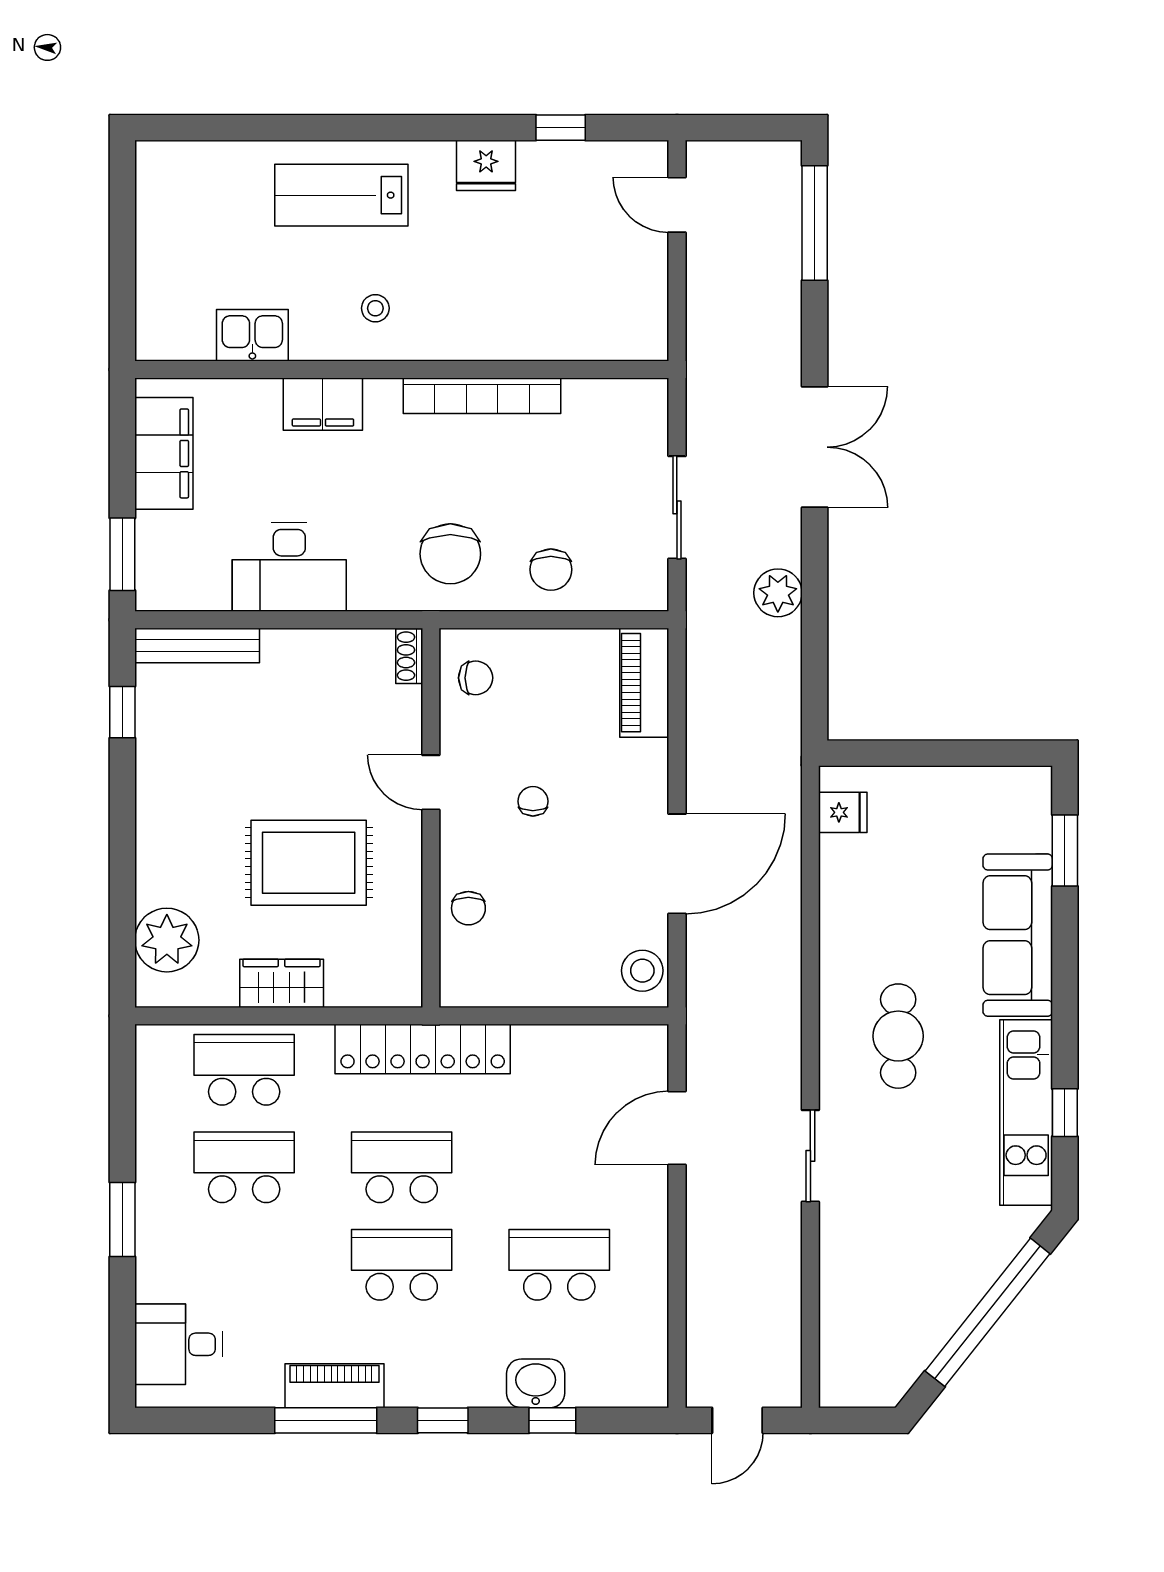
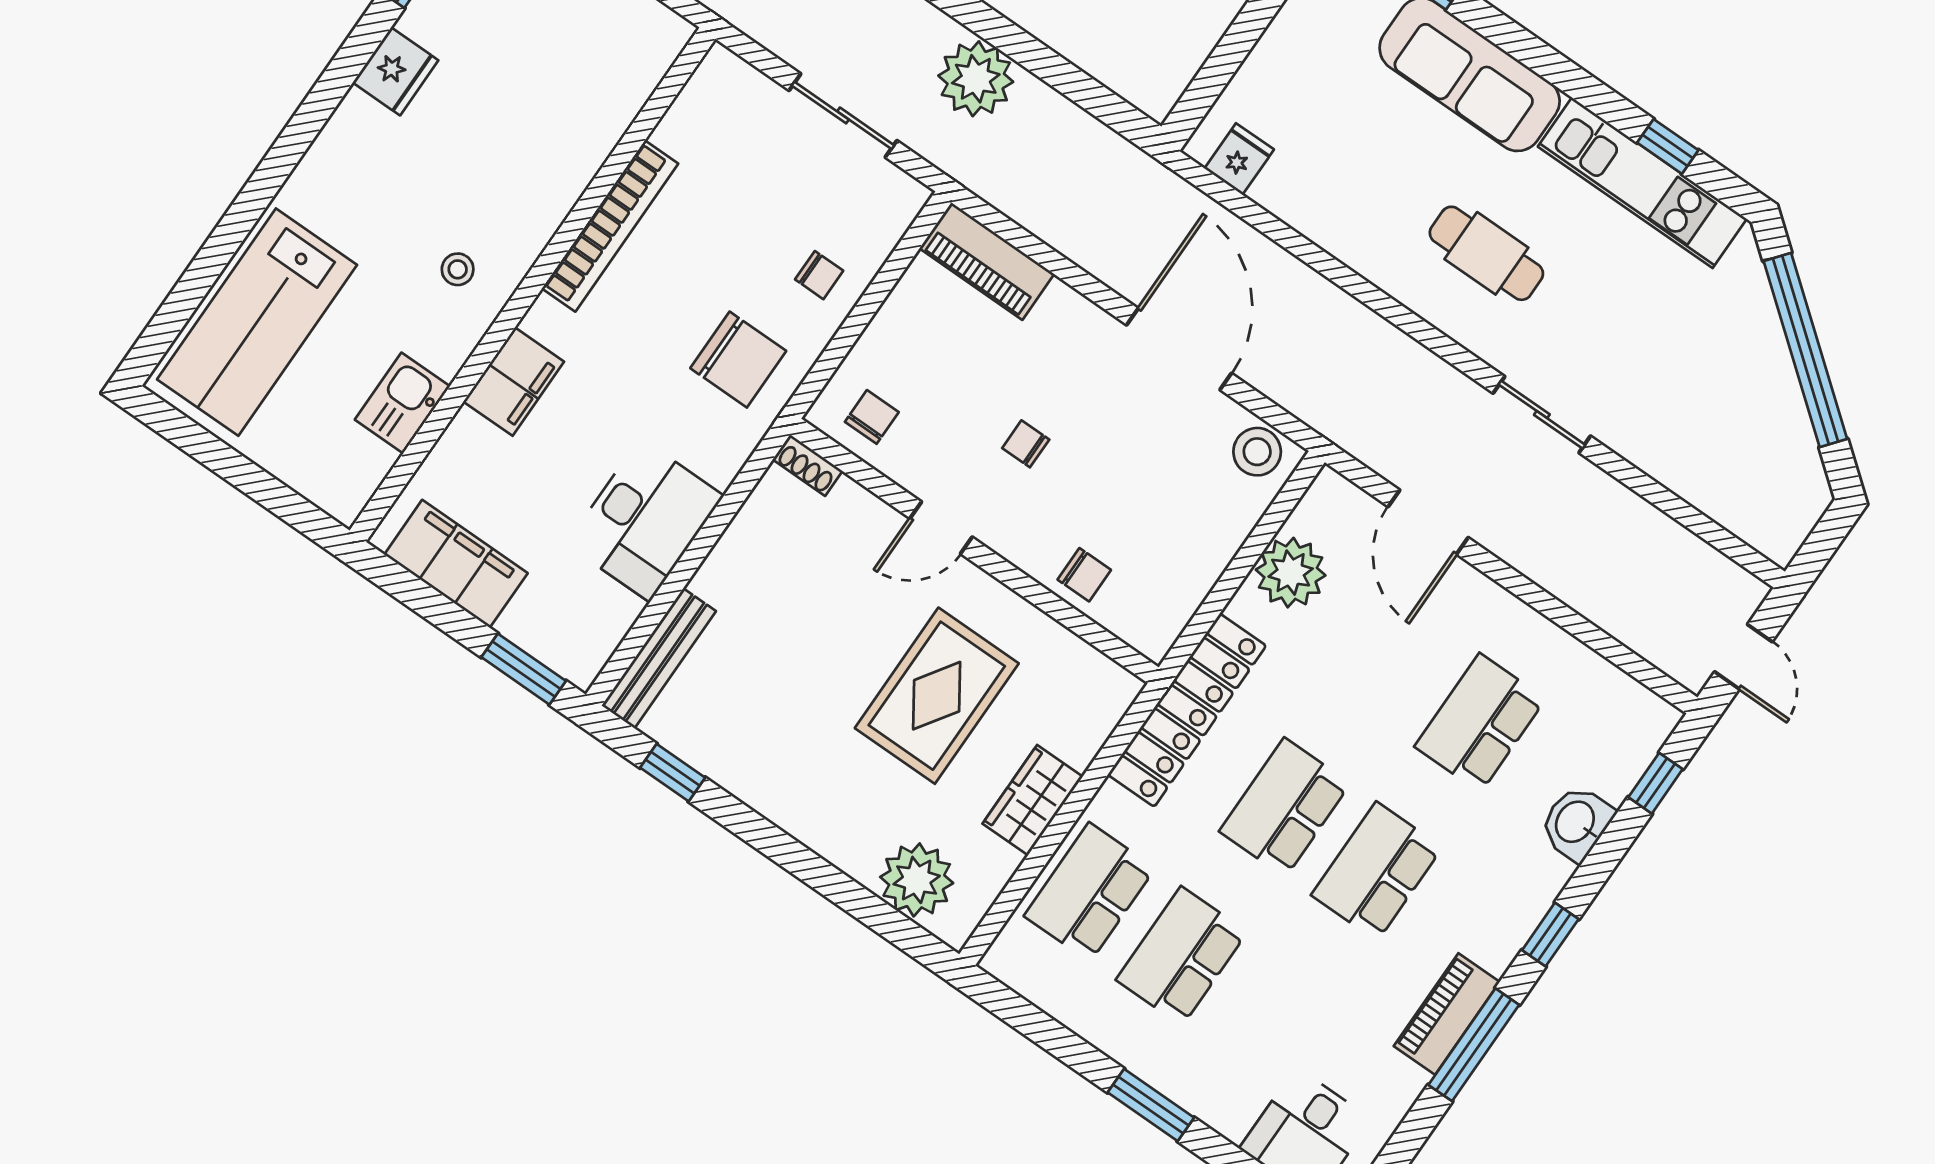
lab bench: (341, 195) -> (257, 322), moved, width x1.36, depth x1.39
chair: (551, 570) -> (819, 275), width x0.73, depth x0.73
plant: (778, 593) -> (976, 79), width x1.36, depth x1.36
plant: (573, 1055) -> (1291, 573), added
window: (552, 1420) -> (1655, 783), moved

